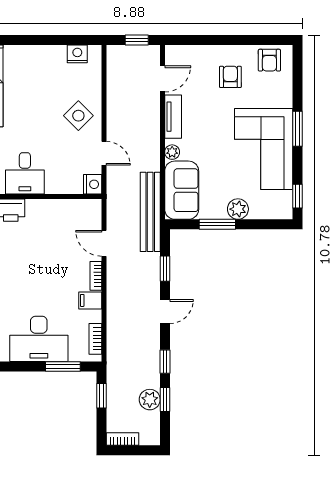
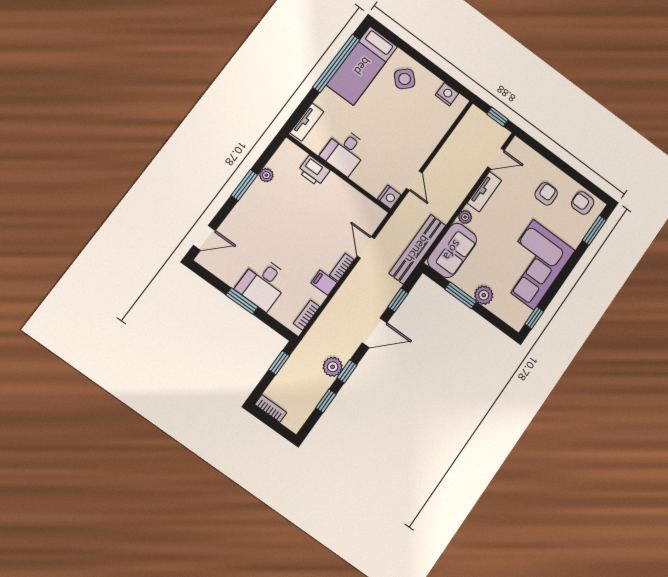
armchair: (269, 60) -> (583, 203), turned 90
side table: (78, 116) -> (405, 79), moved
window: (298, 129) -> (594, 230), moved
door: (165, 312) -> (375, 333), width x1.38
desk: (39, 339) -> (263, 284), width x0.73
window: (63, 367) -> (242, 301), moved
plant: (150, 400) -> (333, 367), moved

